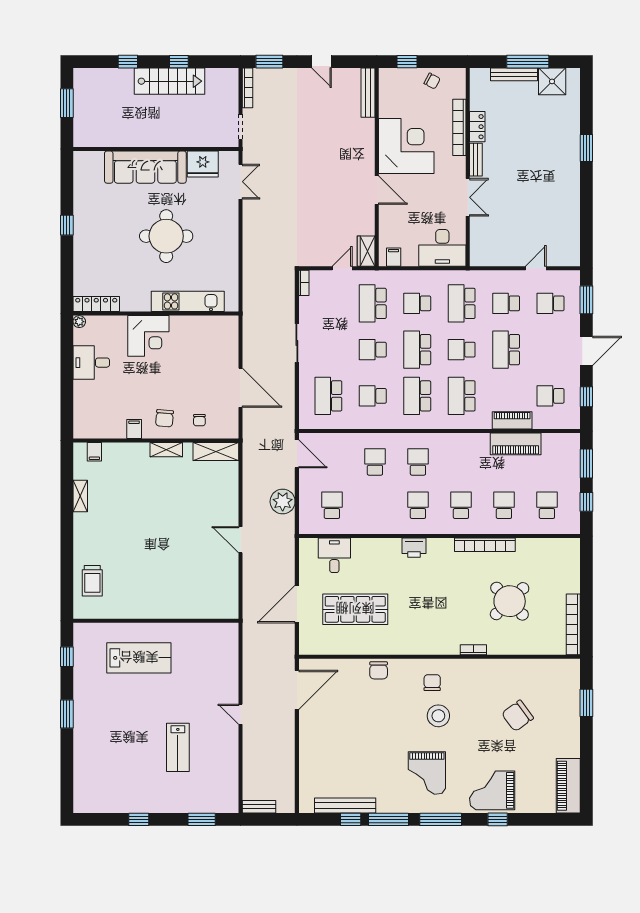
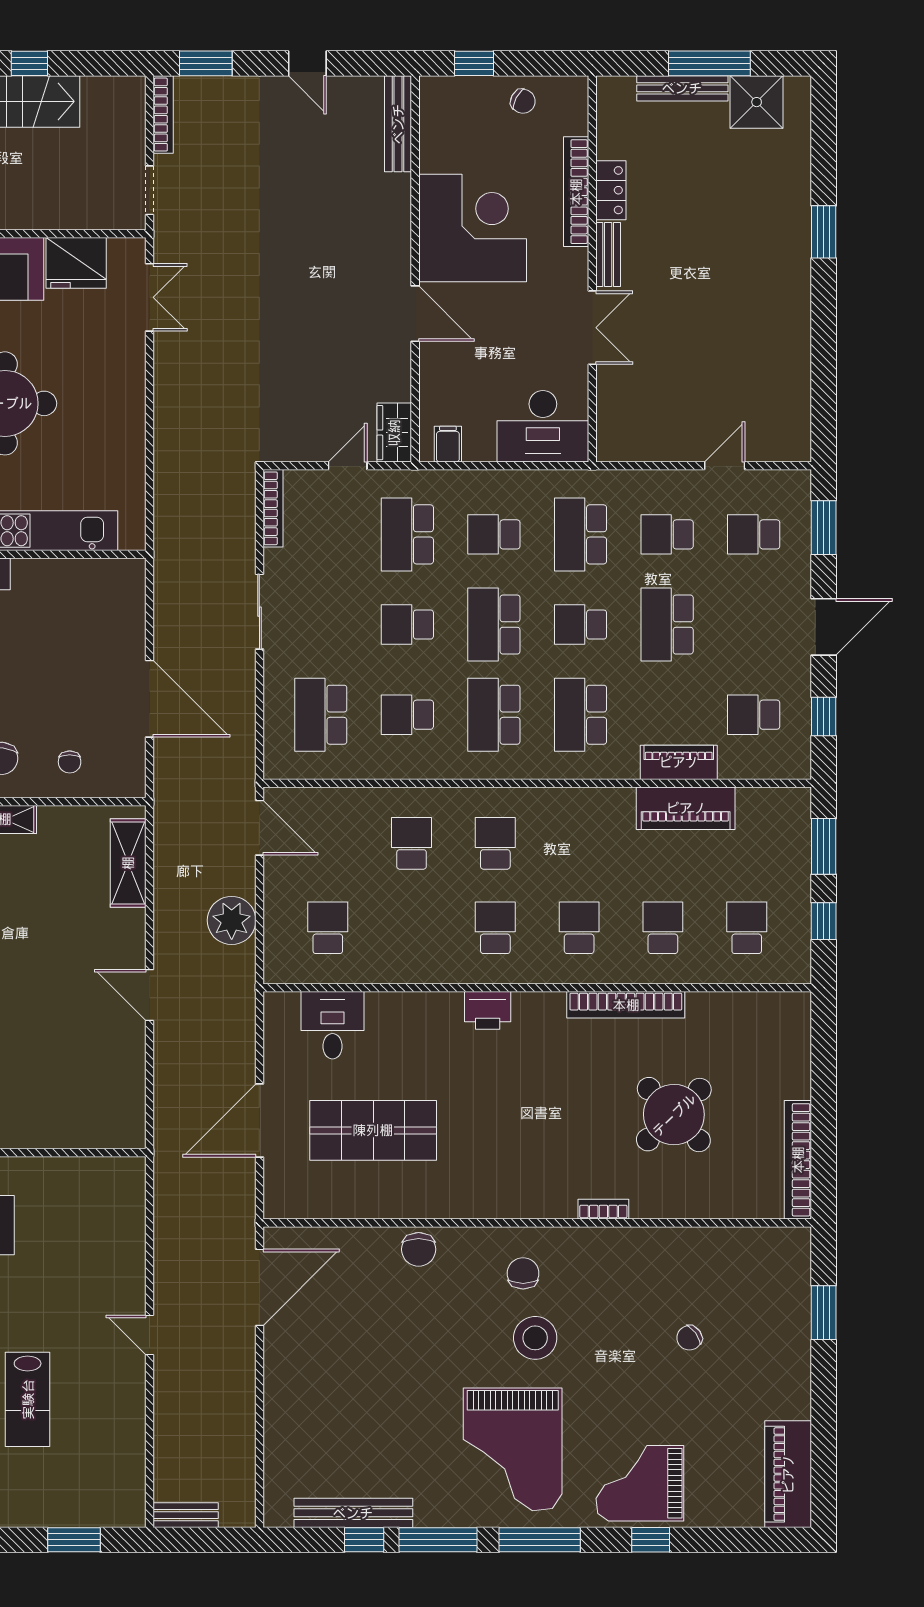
bookcase: (304, 283) -> (273, 508), width x1.56
shelving: (216, 451) -> (128, 863), moved, turned 90
chair: (518, 716) -> (689, 1338), width x0.54, depth x0.54
grand piano: (427, 773) -> (513, 1449), width x1.37, depth x1.48

